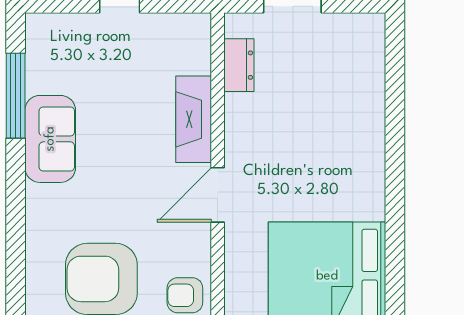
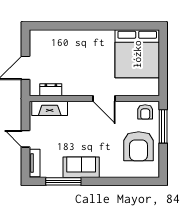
tv unit: (61, 26) -> (35, 163), added
fireplace: (194, 119) -> (50, 108), moved

